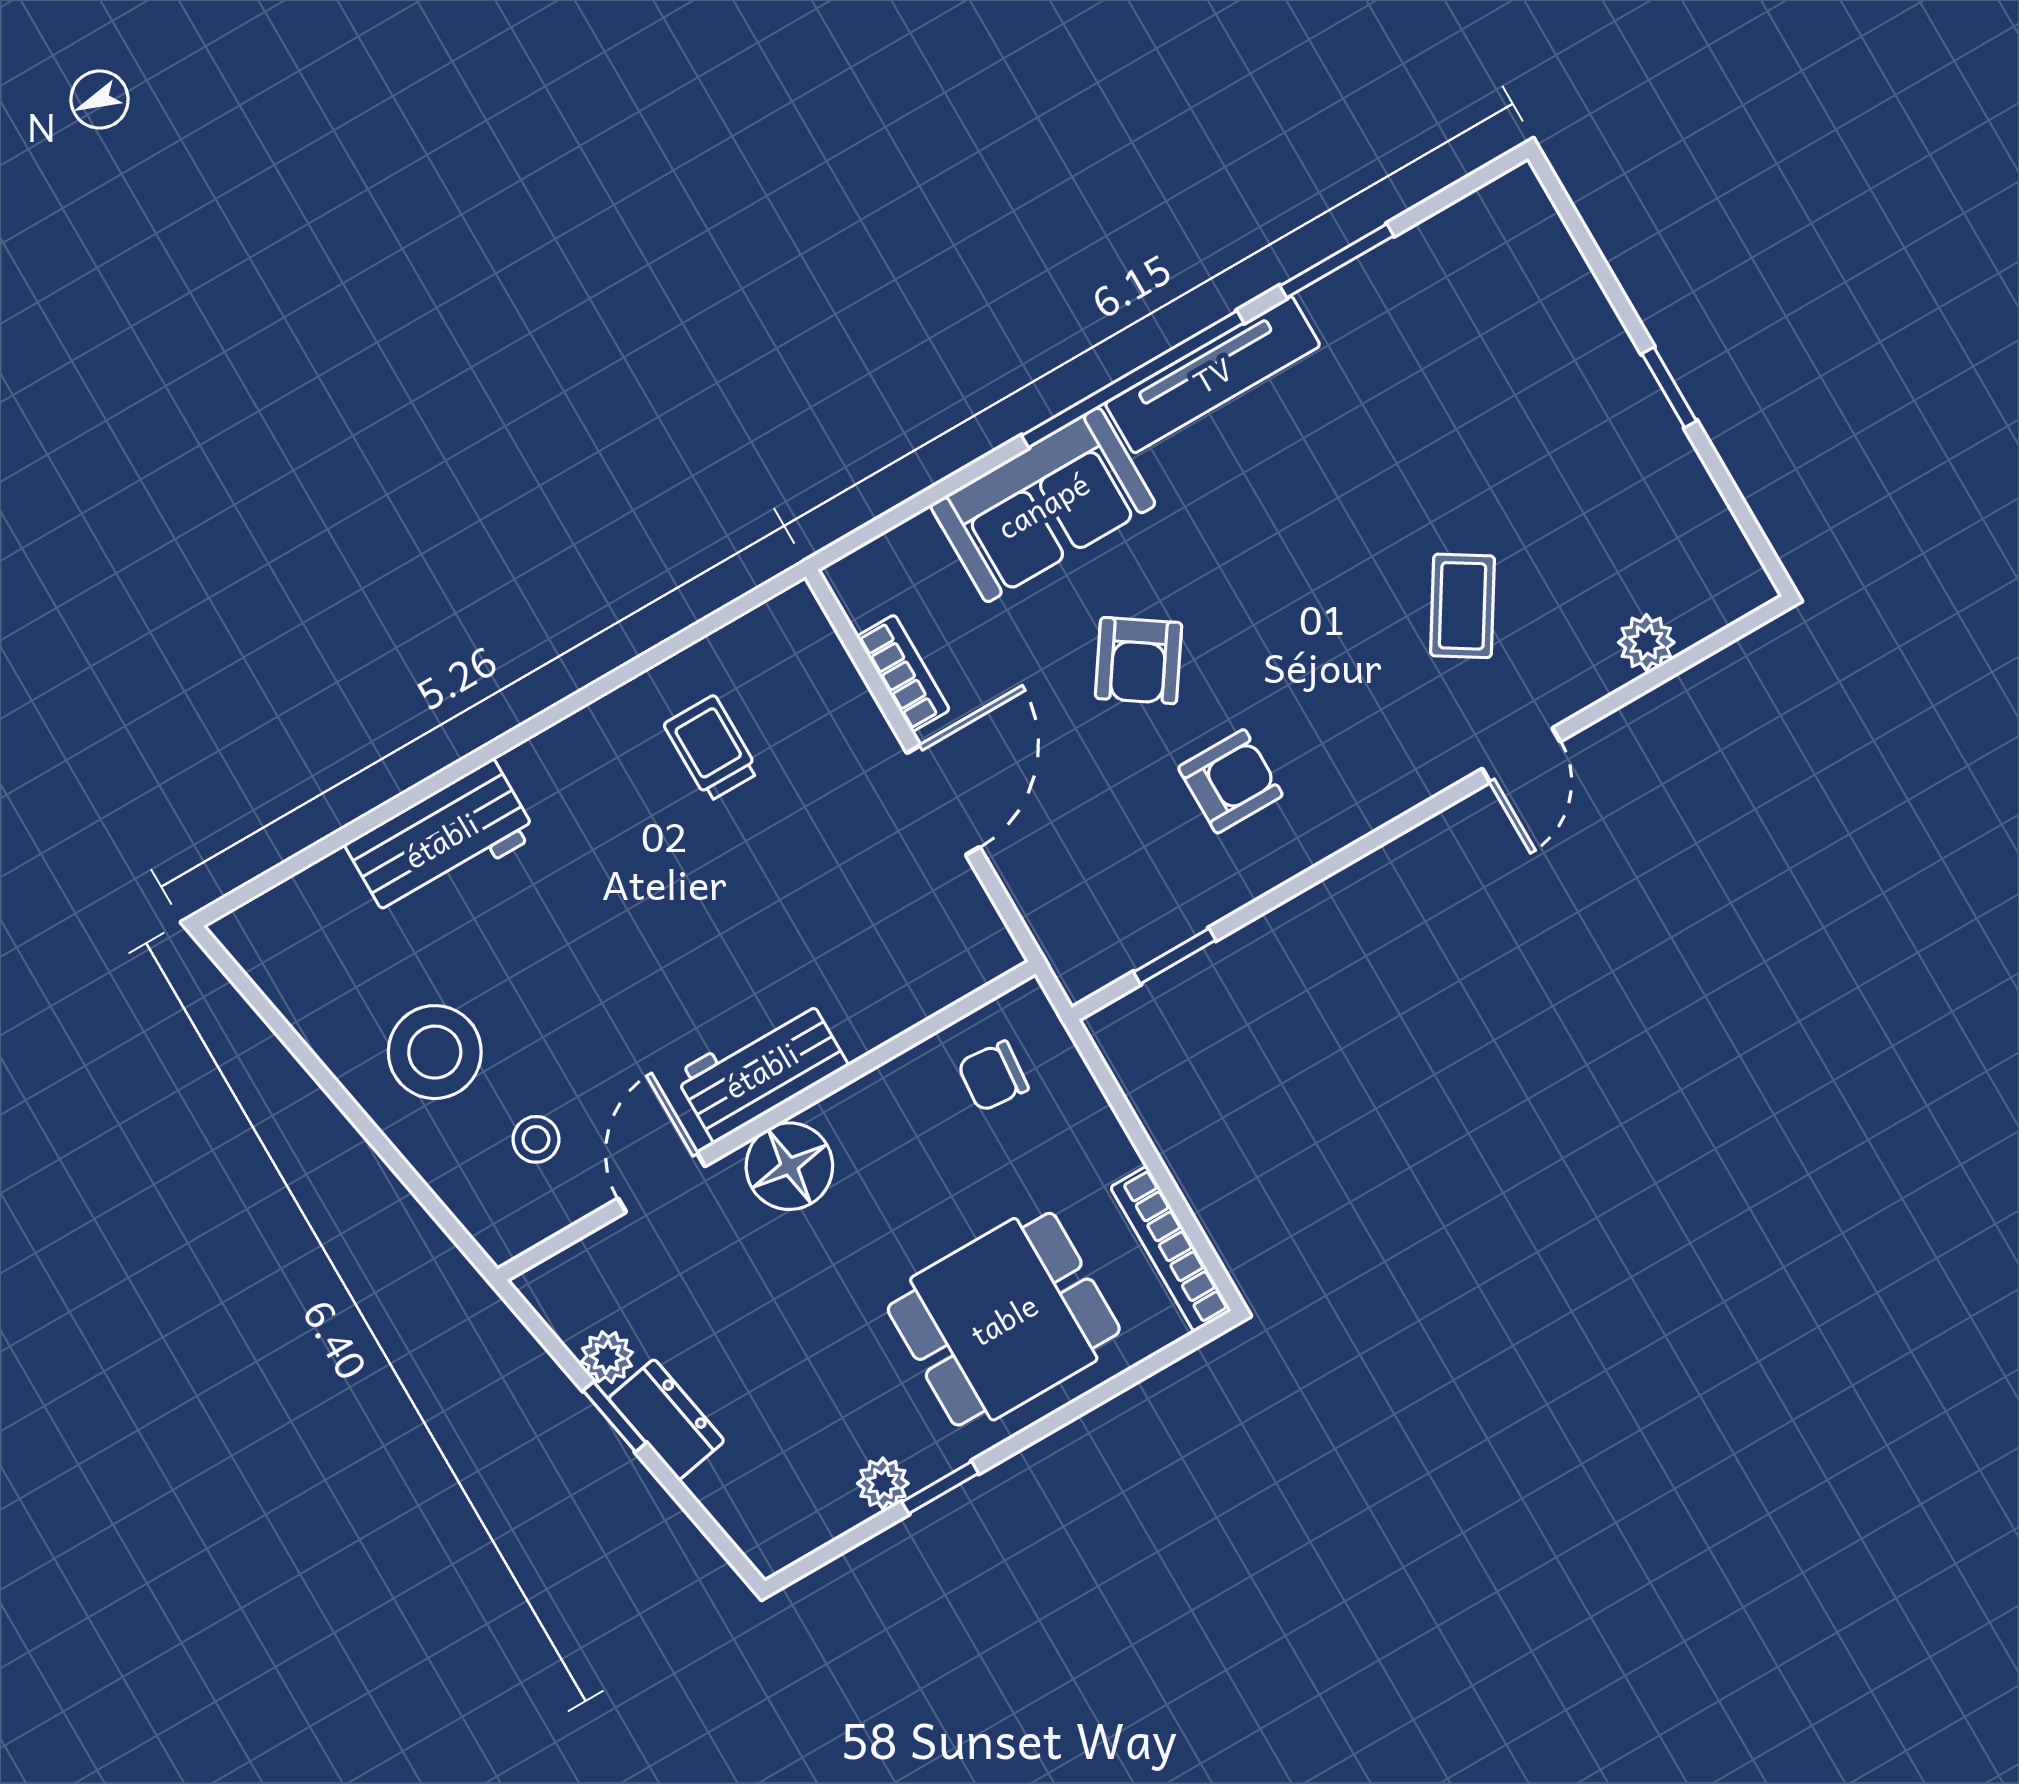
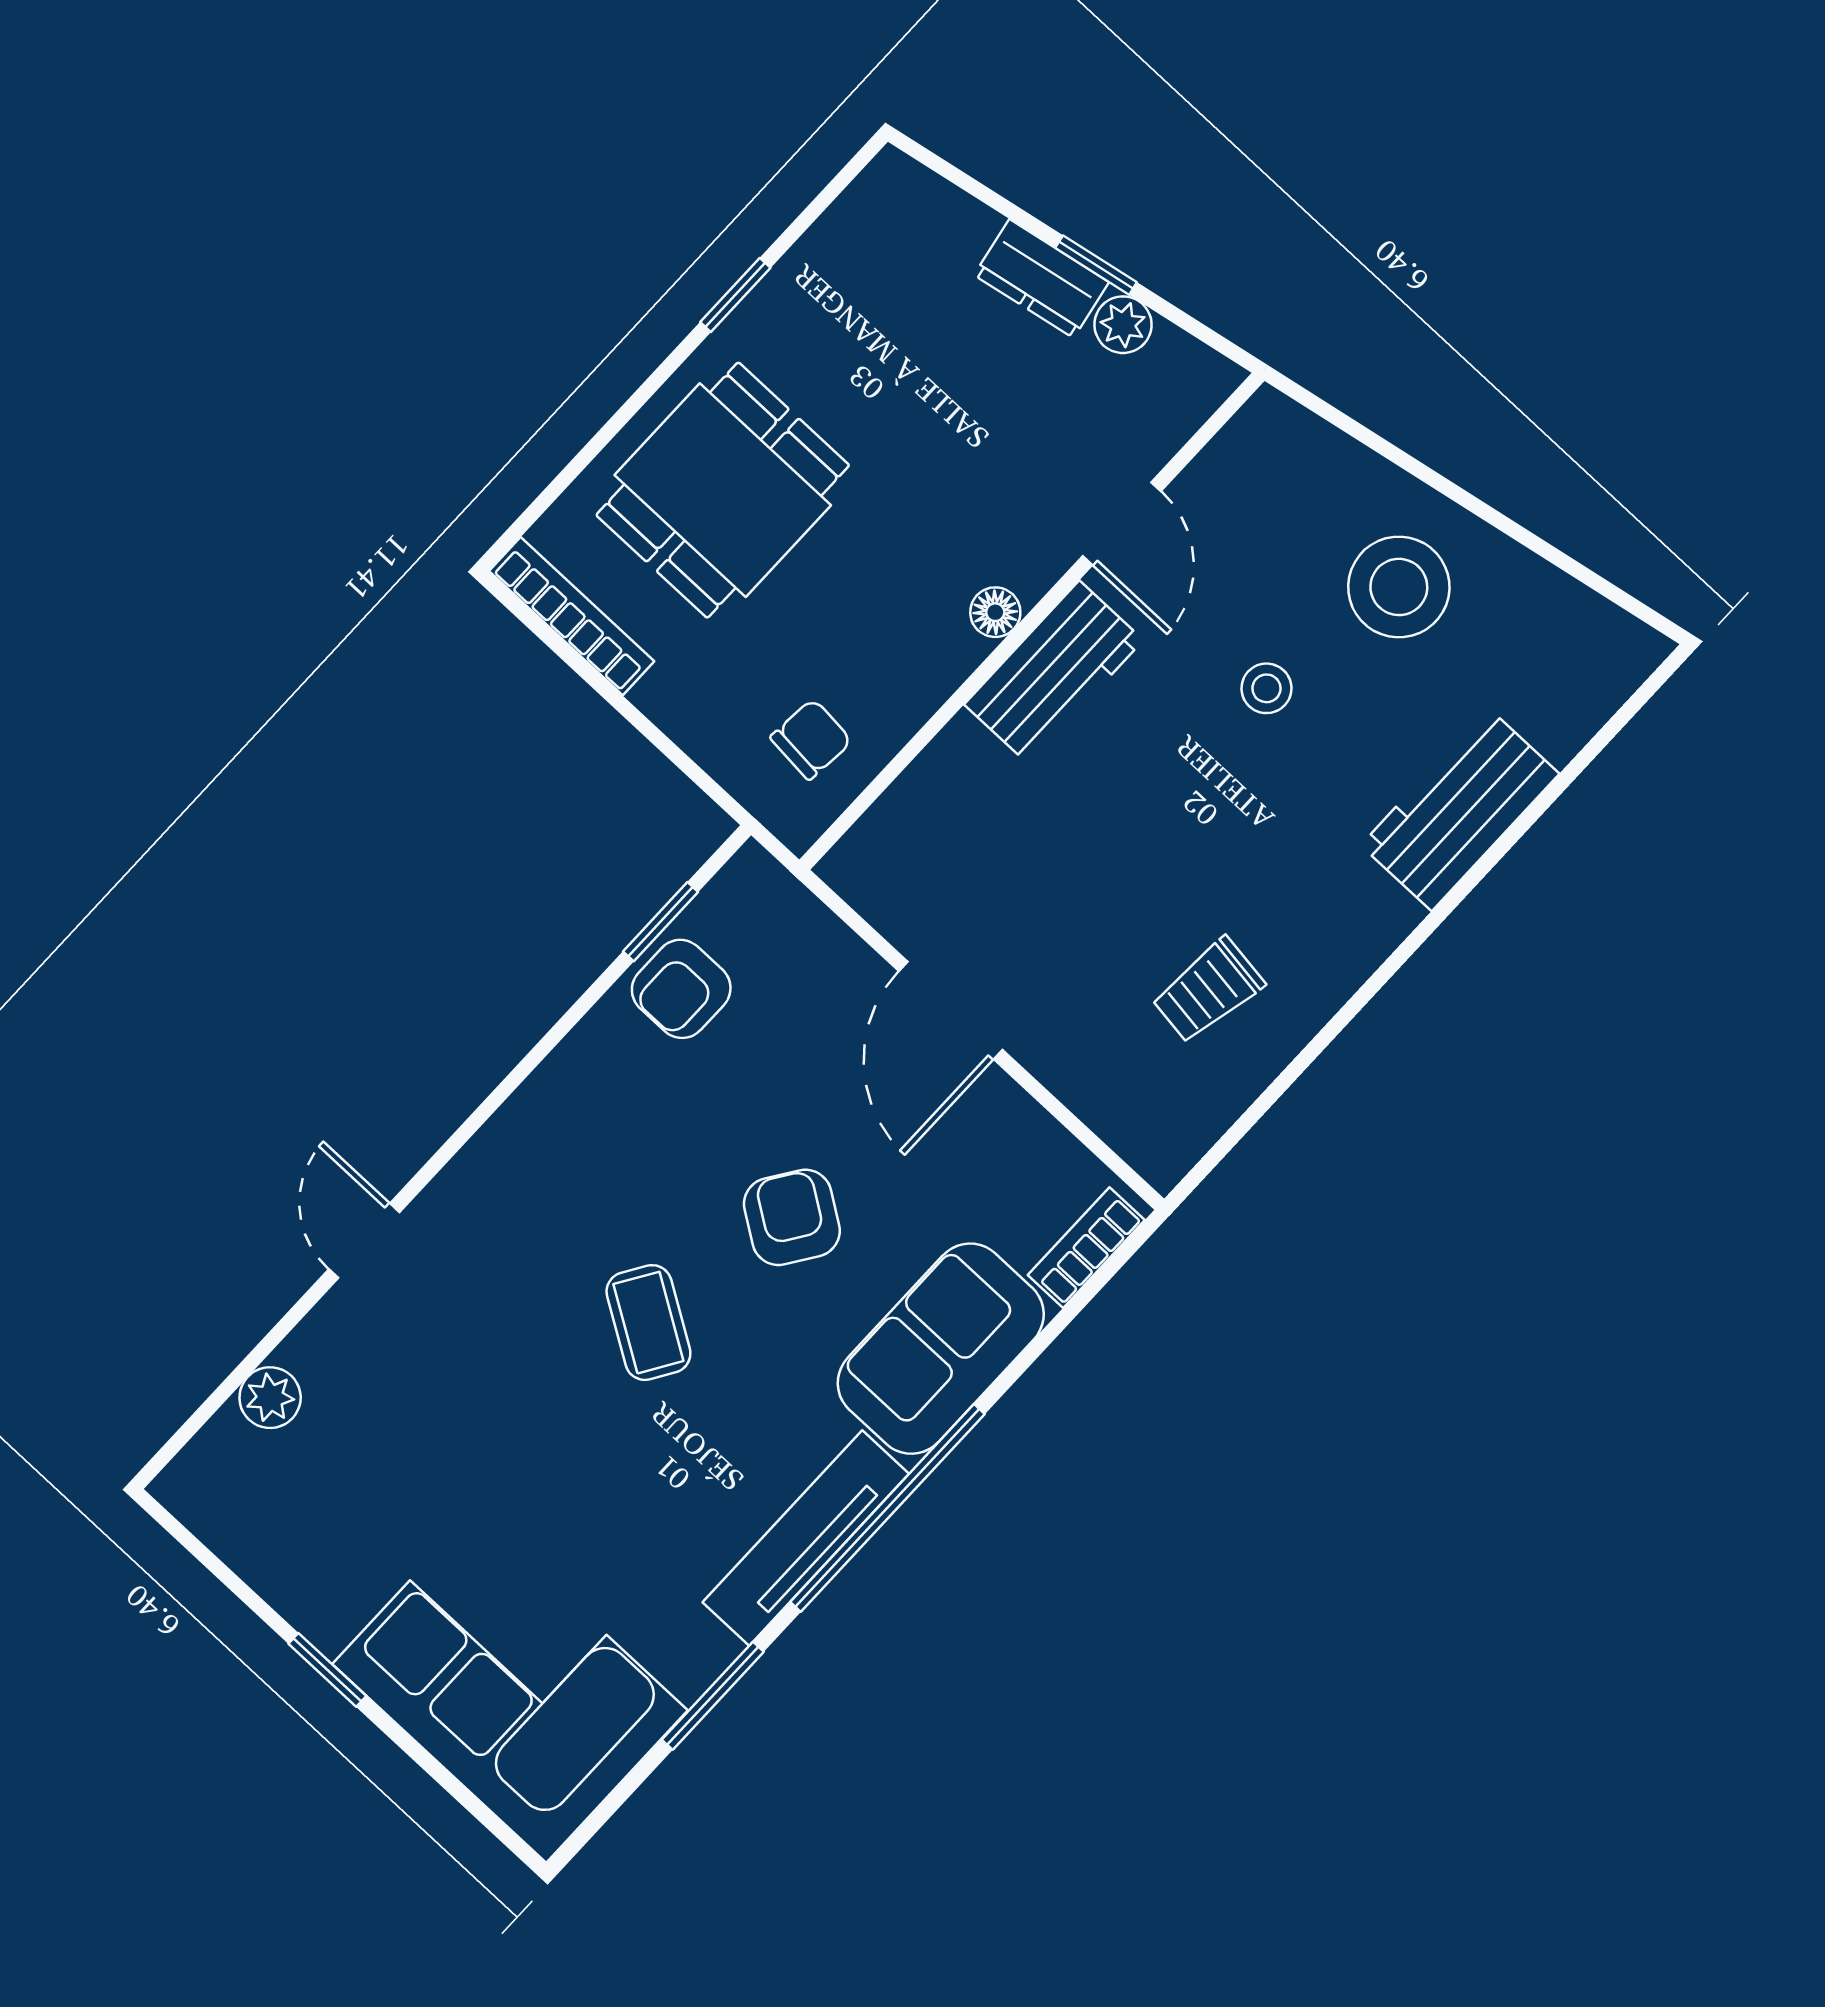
corner sofa: (1513, 323) -> (510, 1687), added
coffee table: (1463, 606) -> (648, 1323), moved
bookcase: (903, 673) -> (1086, 1248), moved, turned 90
trolley: (711, 748) -> (1208, 990), turned 98
armchair: (1230, 781) -> (681, 989), moved
stool: (536, 1139) -> (1266, 688), moved
floor lamp: (789, 1166) -> (995, 612), width x0.53, depth x0.53
plant: (883, 1483) -> (796, 281), removed

